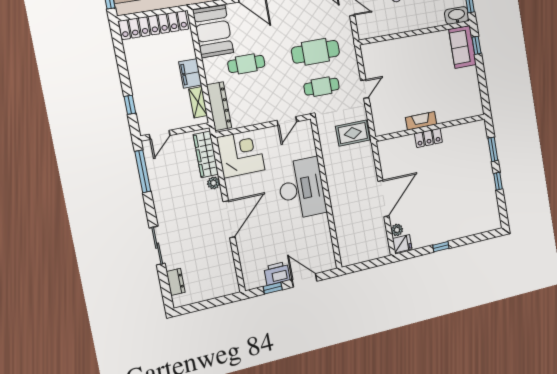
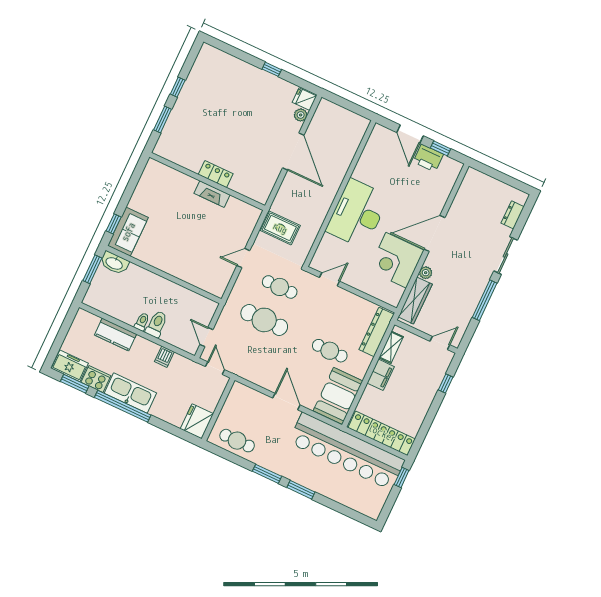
corner desk: (241, 154) -> (396, 260), moved
window: (143, 171) -> (485, 300), moved
door: (383, 199) -> (293, 152), swing flipped

